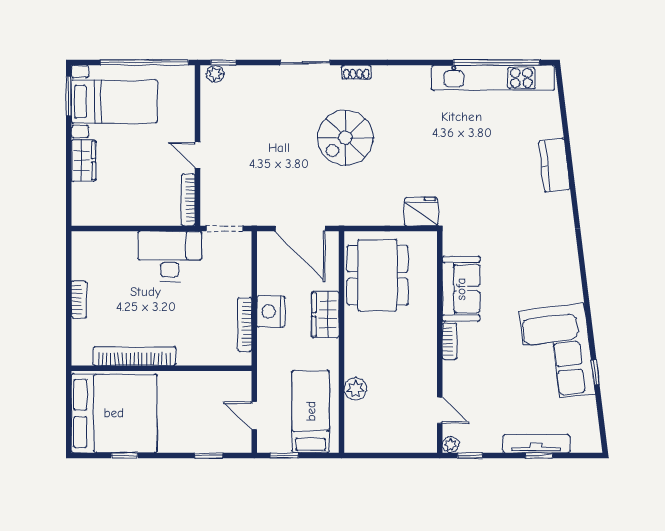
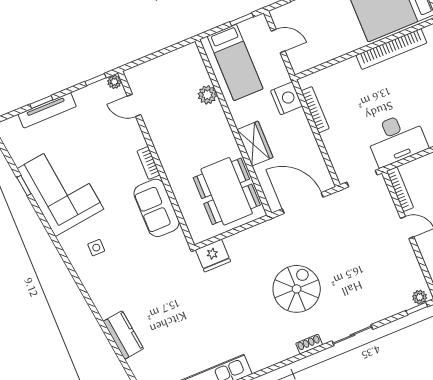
side table: (545, 273) -> (96, 248), added
nightstand: (271, 312) -> (286, 98), moved

